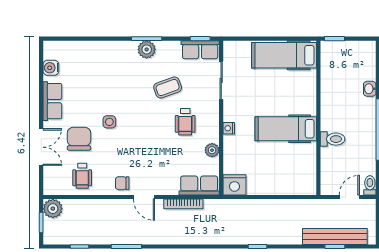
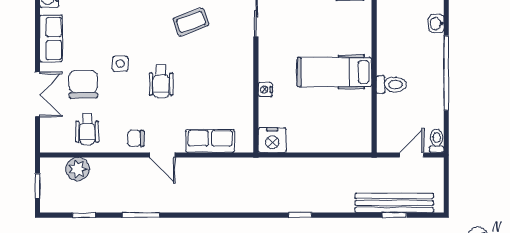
wheelchair: (185, 122) -> (161, 81), moved
nightstand: (229, 128) -> (265, 90), moved
plant: (212, 150) -> (245, 98), removed
row of seats: (199, 185) -> (210, 141), moved
bookcase: (183, 204) -> (210, 163), removed
plant: (53, 209) -> (78, 169), moved

